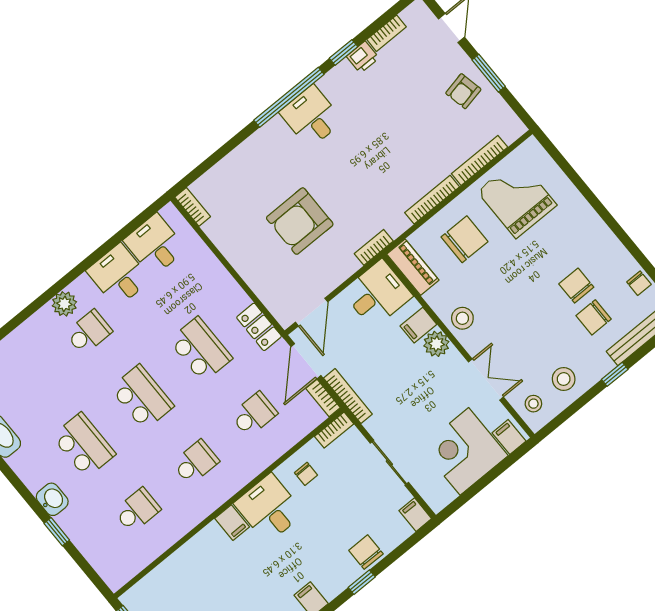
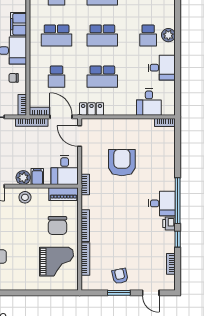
printer: (363, 57) -> (169, 223), moved
desk: (155, 245) -> (149, 102), moved, turned 90
school desk: (196, 462) -> (57, 36), width x1.85
filing cabinet: (232, 523) -> (19, 24), width x2.00

